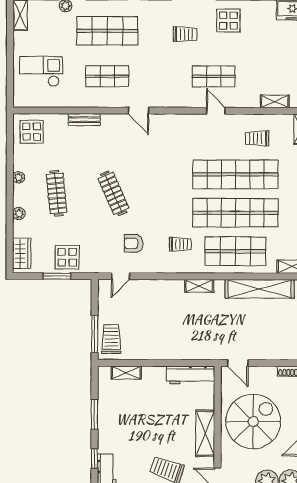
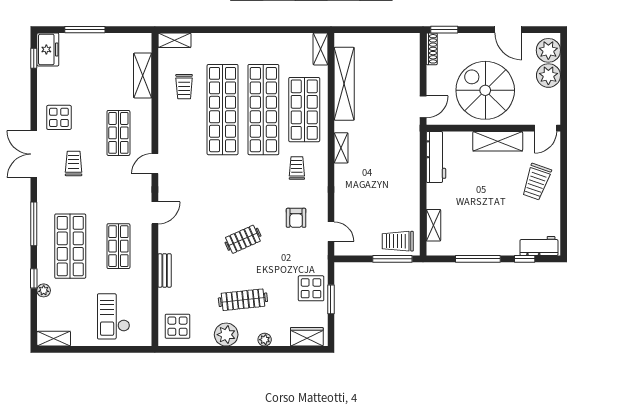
shelving: (275, 101) -> (143, 75), width x1.50, depth x1.33
door: (216, 111) -> (155, 164), moved
plant: (19, 177) -> (226, 335), width x1.87, depth x1.87
clothes rail: (113, 193) -> (243, 239), width x0.73
window: (94, 414) -> (478, 259), width x1.44

